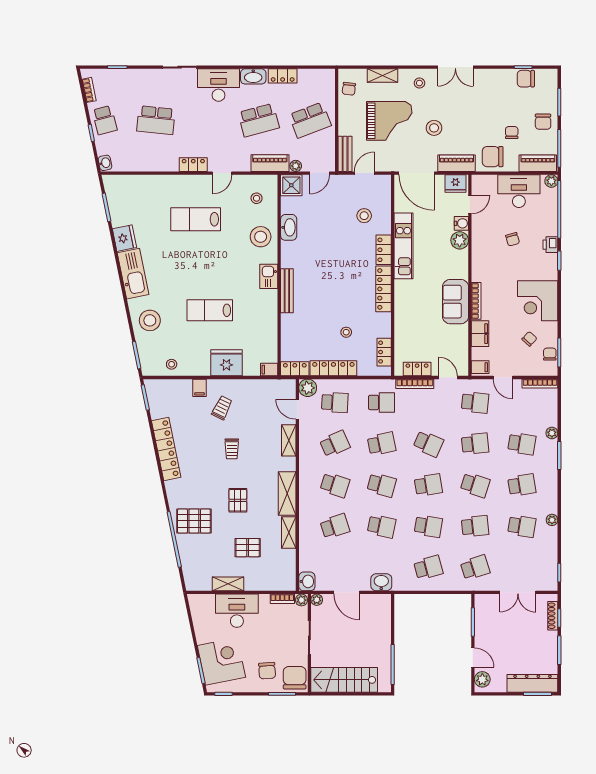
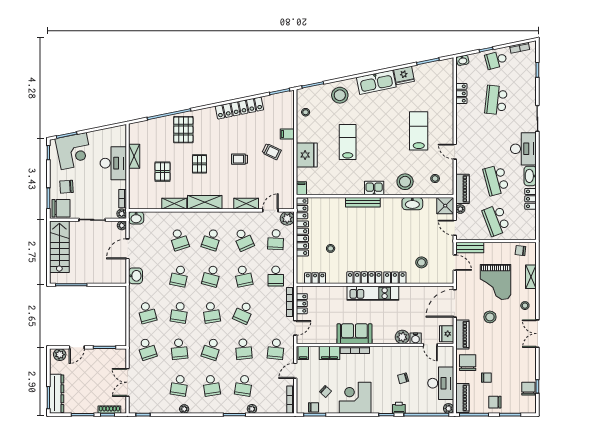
locker: (193, 165) -> (461, 94), moved
kitchen unit: (404, 246) -> (373, 293), moved
pallet: (238, 500) -> (199, 164), turned 90

